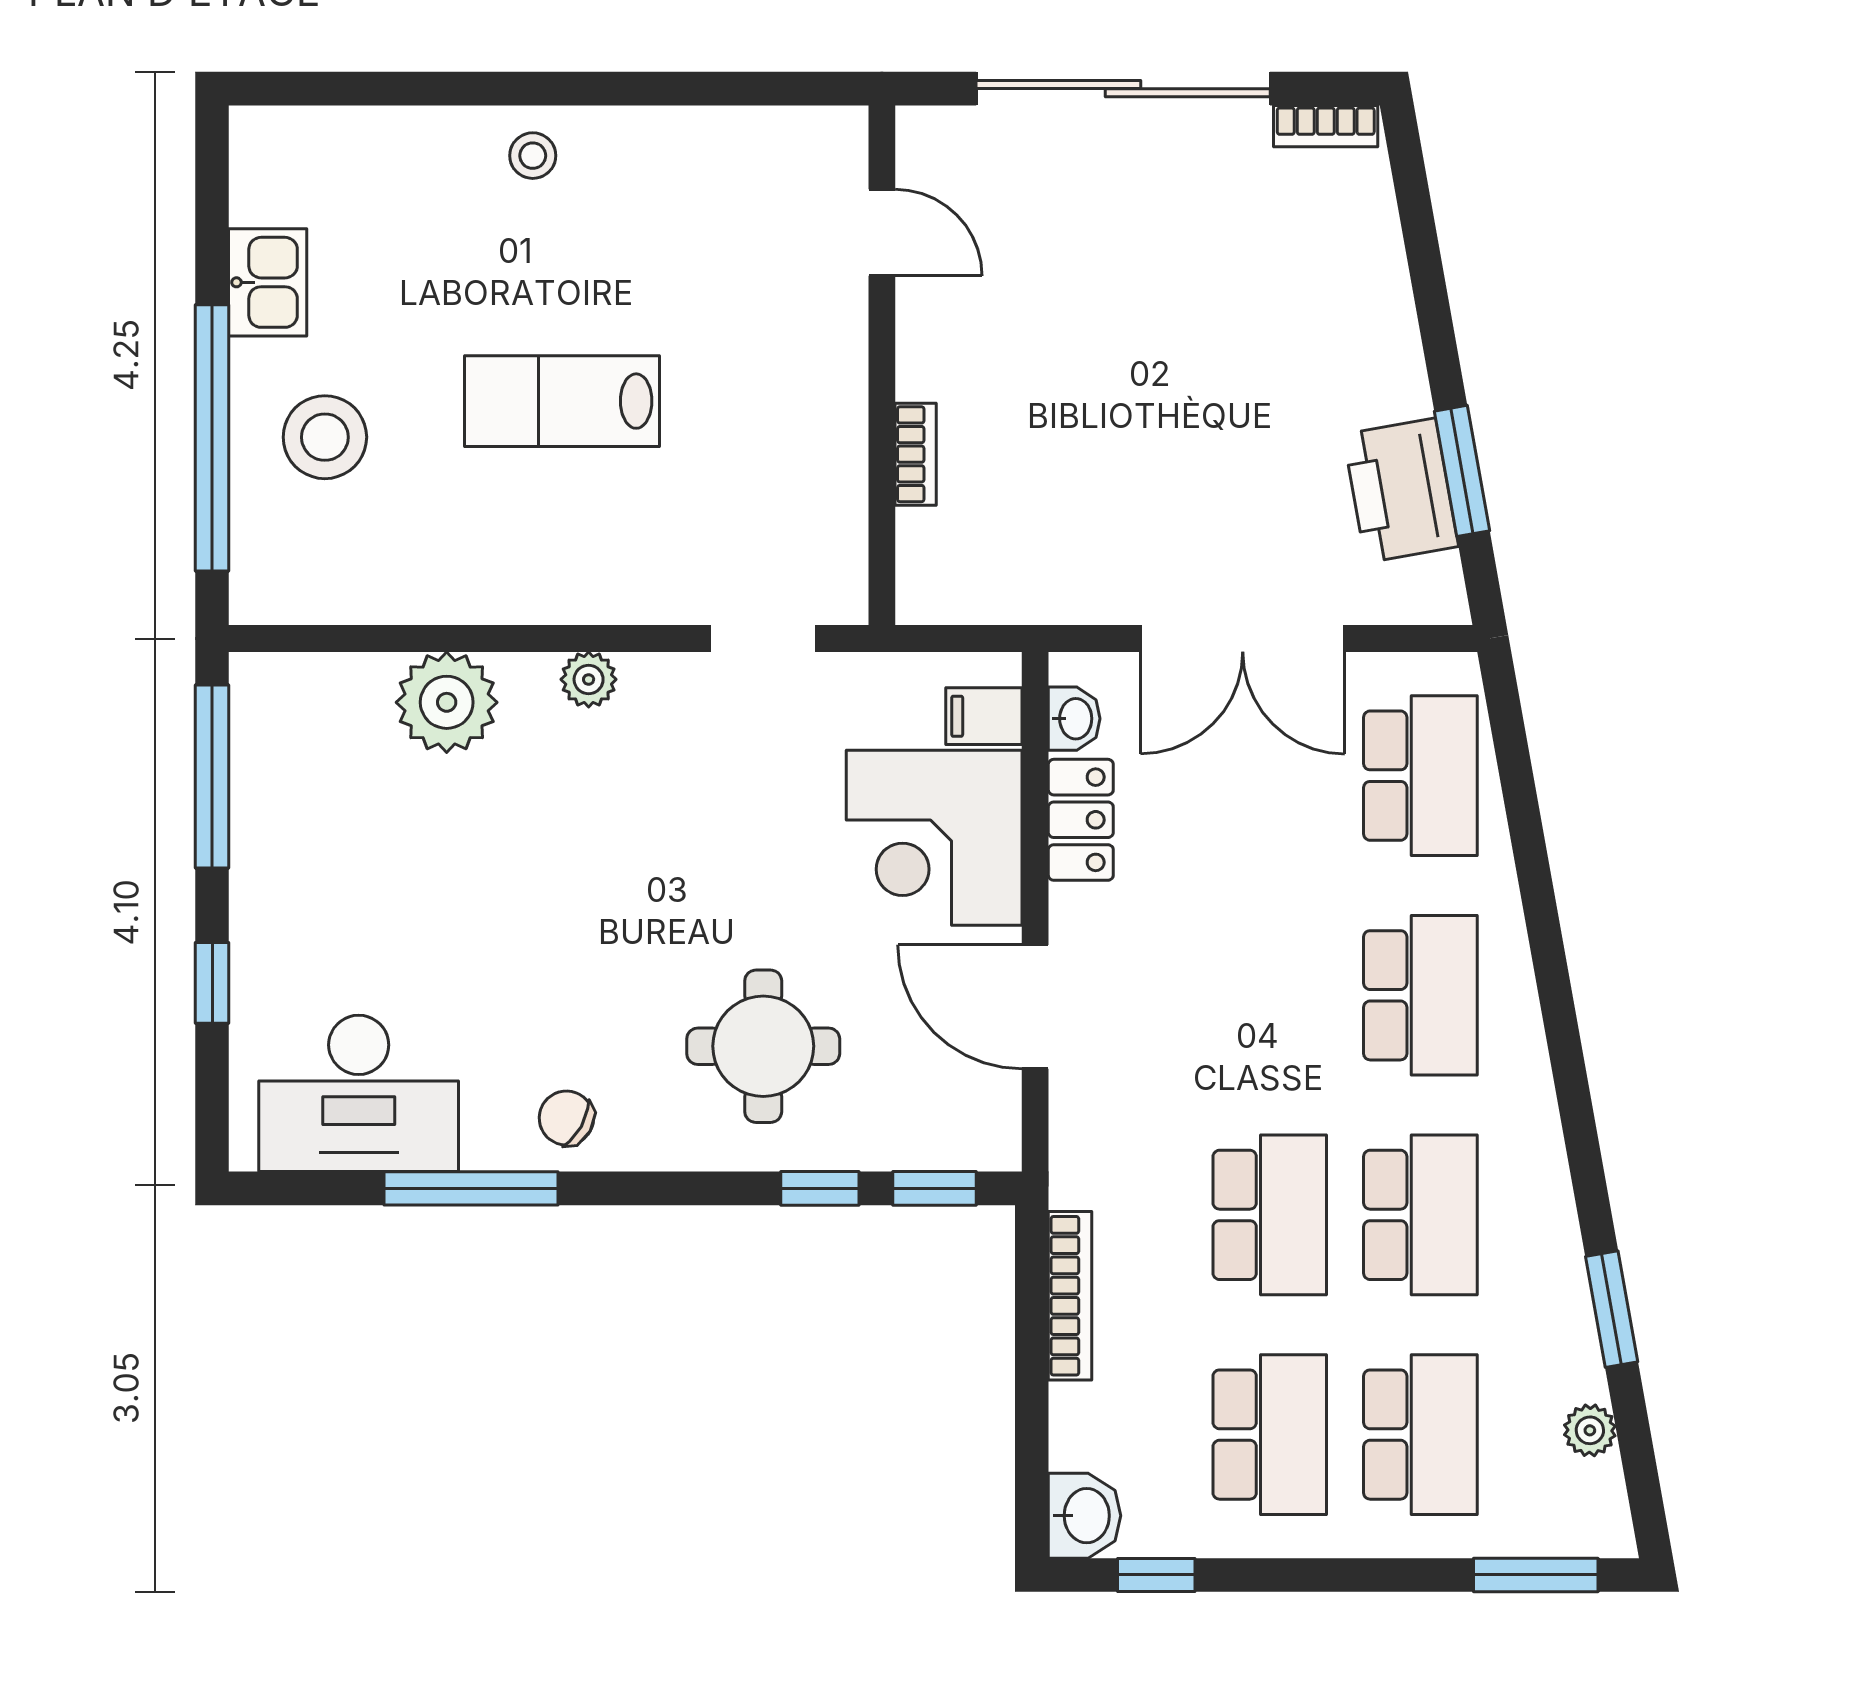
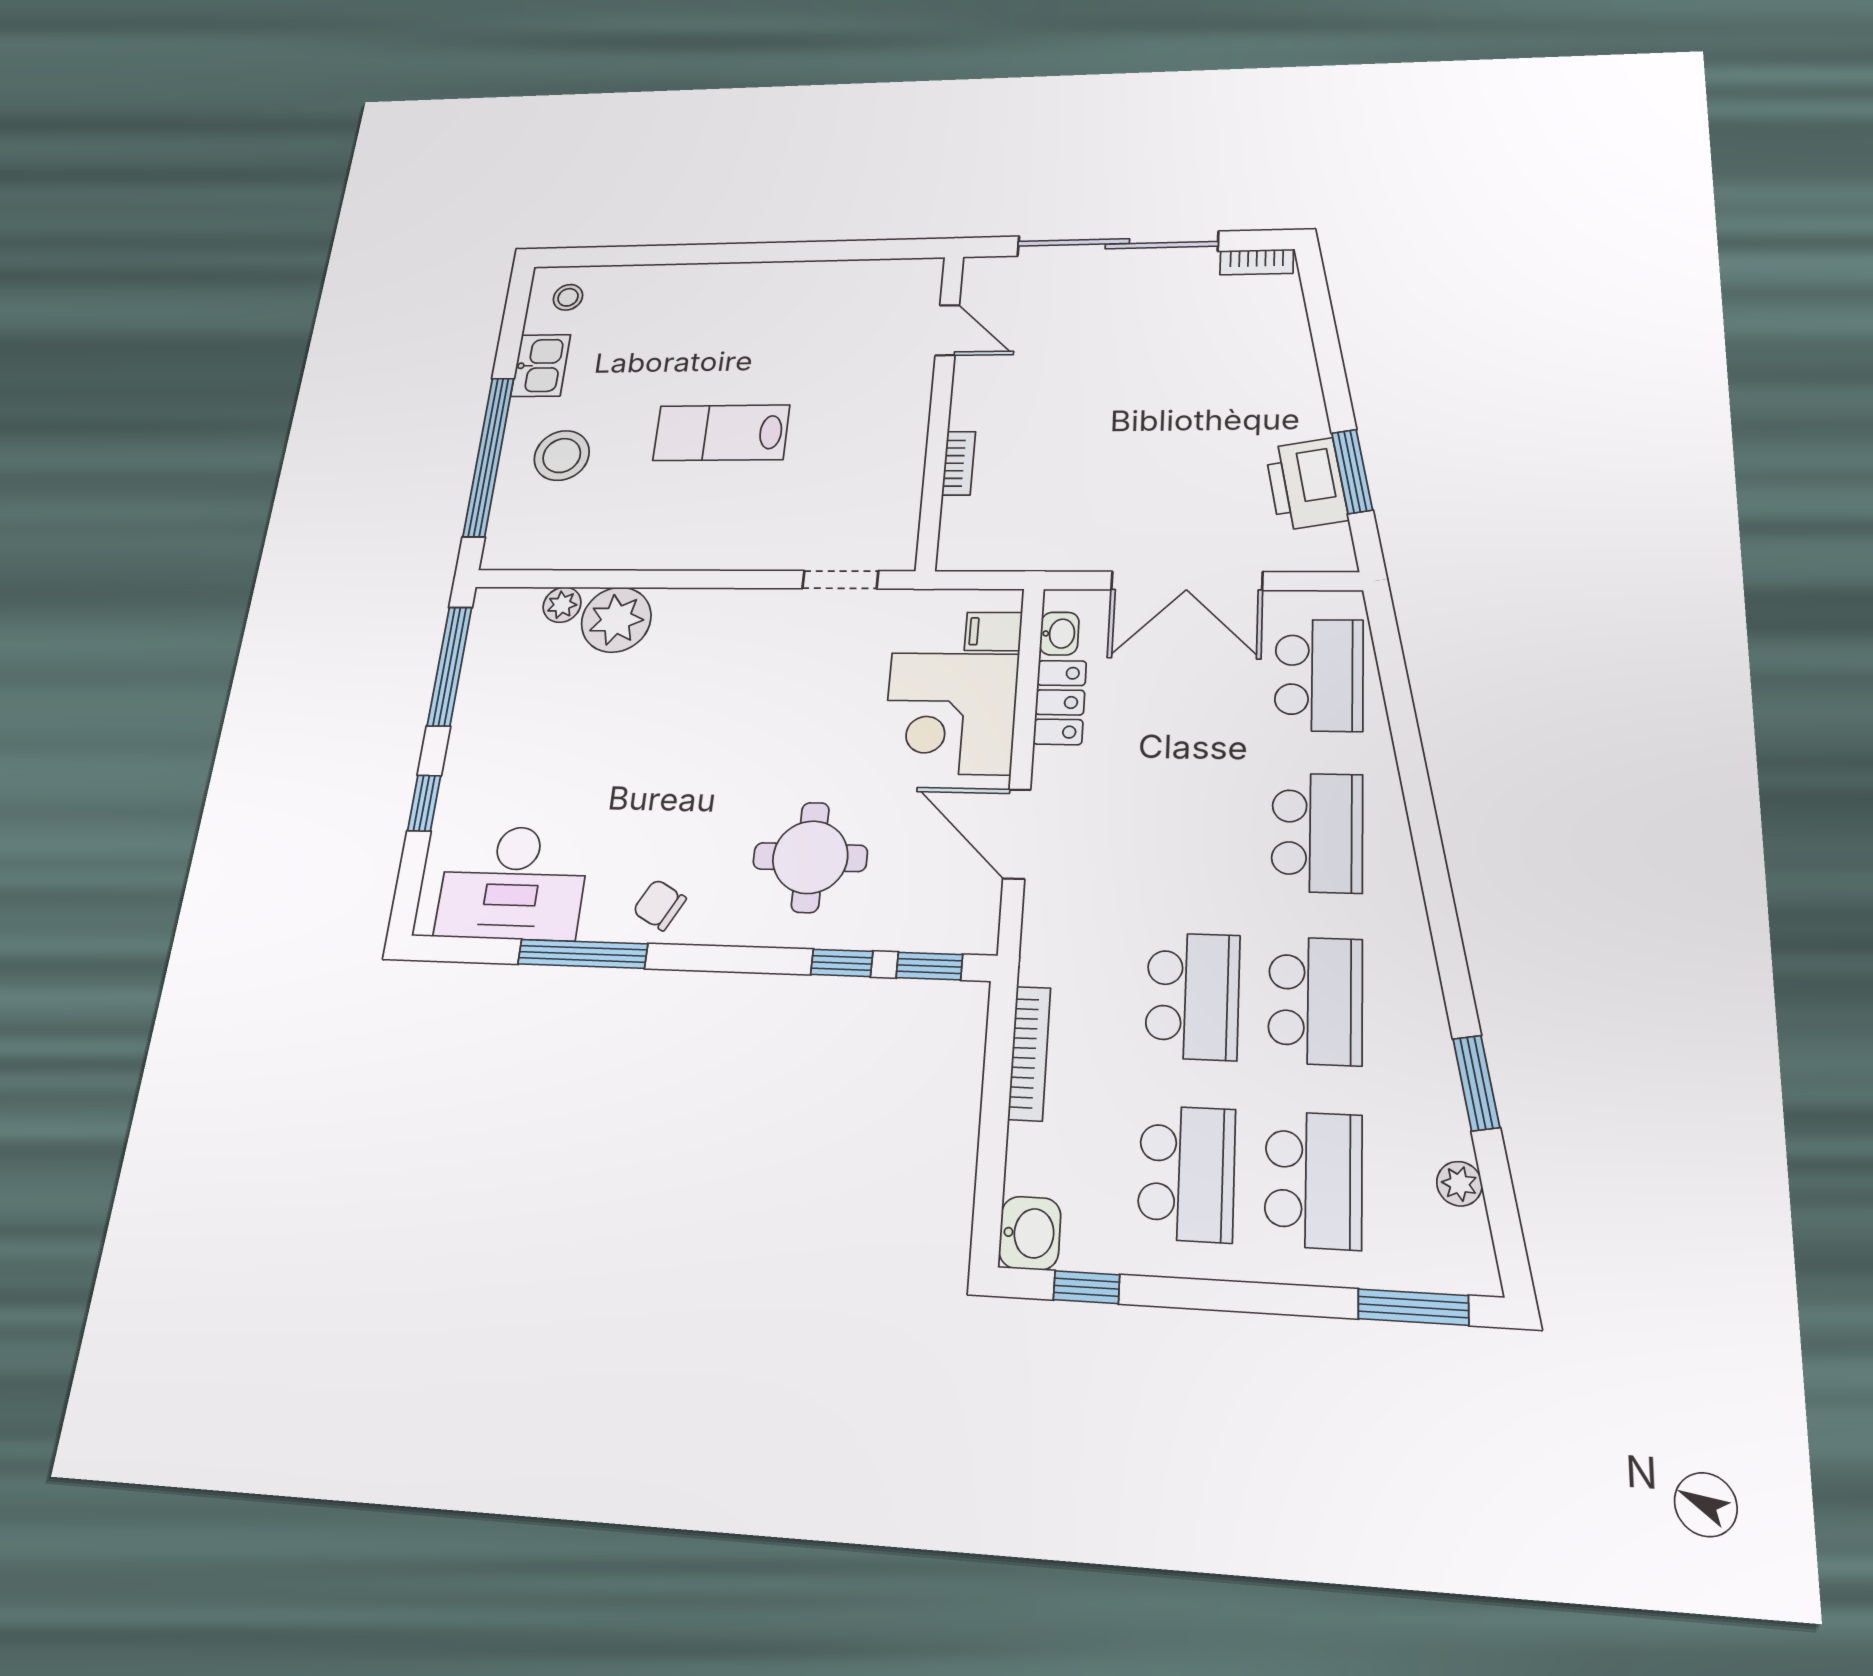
stool: (533, 156) -> (568, 297), moved
plant: (589, 679) -> (562, 605), moved

